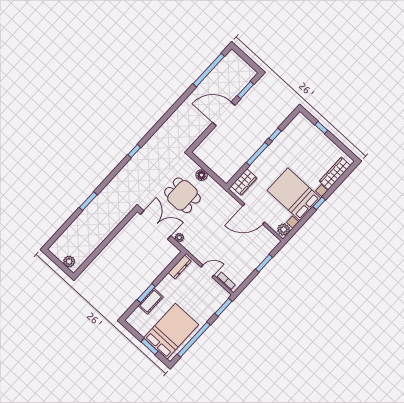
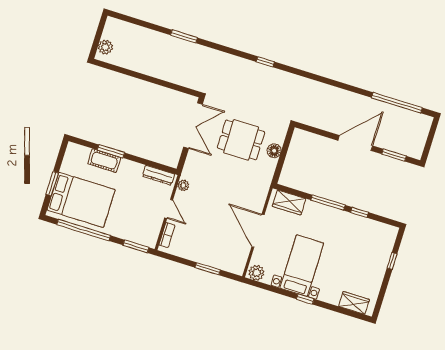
door: (224, 114) -> (355, 143), hinge flipped
wardrobe: (335, 173) -> (354, 303), width x0.67
bed with nightstands: (294, 194) -> (302, 266), width x0.73
dining table: (182, 195) -> (241, 140), turned 90
plant: (179, 238) -> (183, 185), moved

